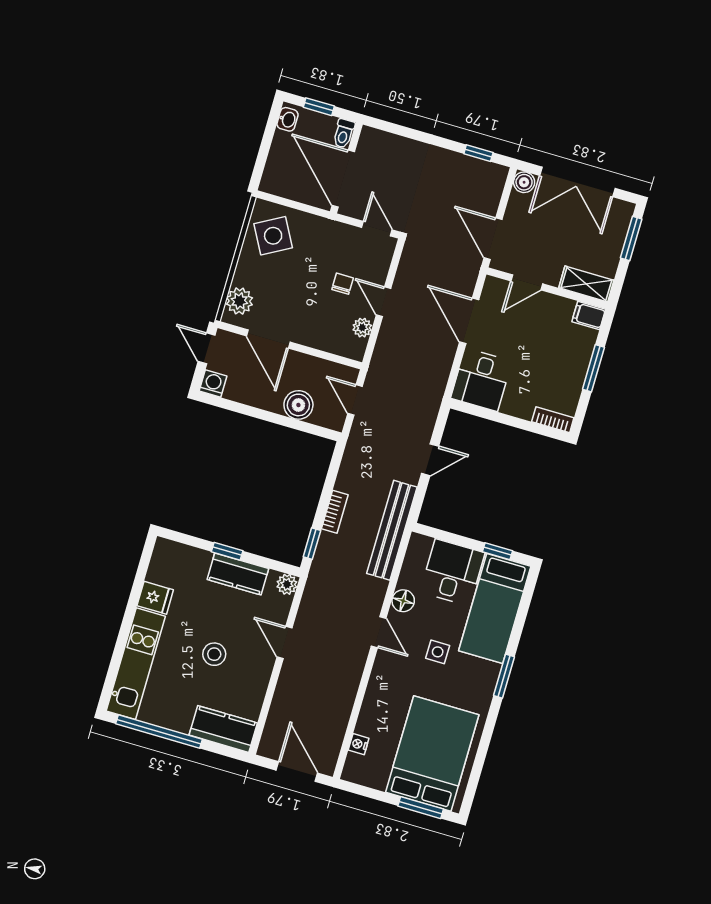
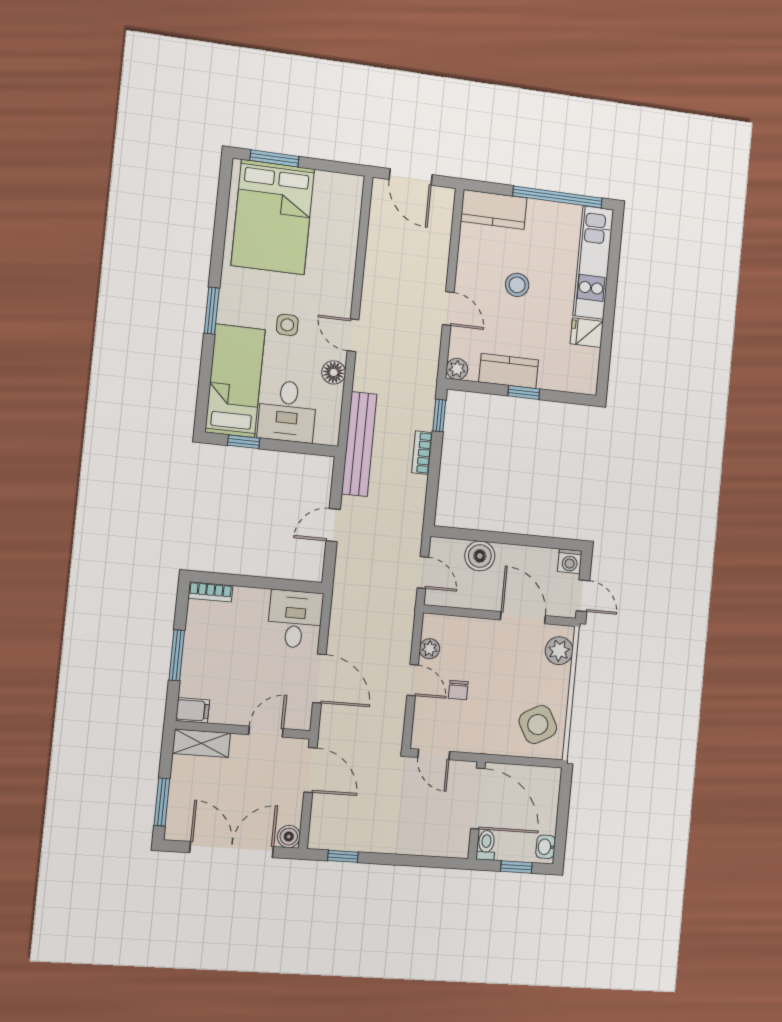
nightstand: (359, 744) -> (352, 215), removed

